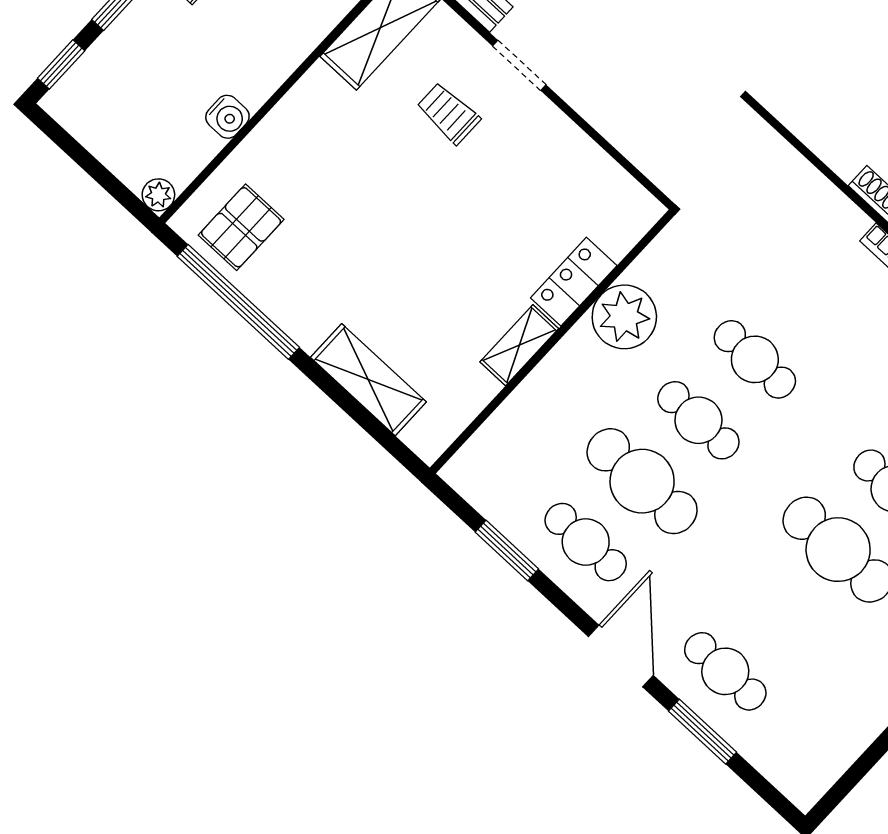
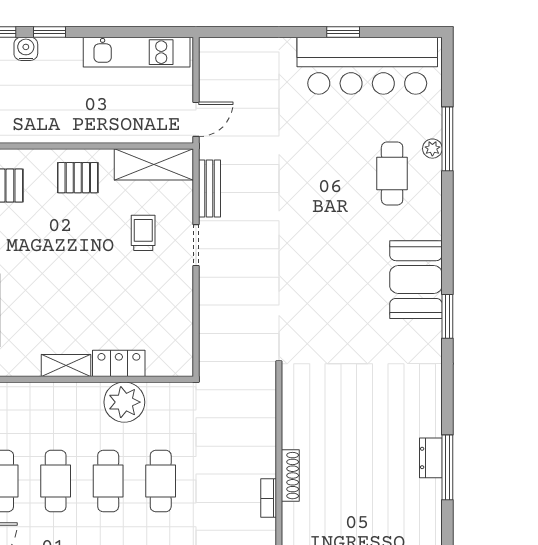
water cooler: (227, 117) -> (26, 49), moved, turned 180
pallet: (314, 130) -> (78, 178), added
cafe table: (642, 481) -> (56, 481), width x0.73, depth x0.74

